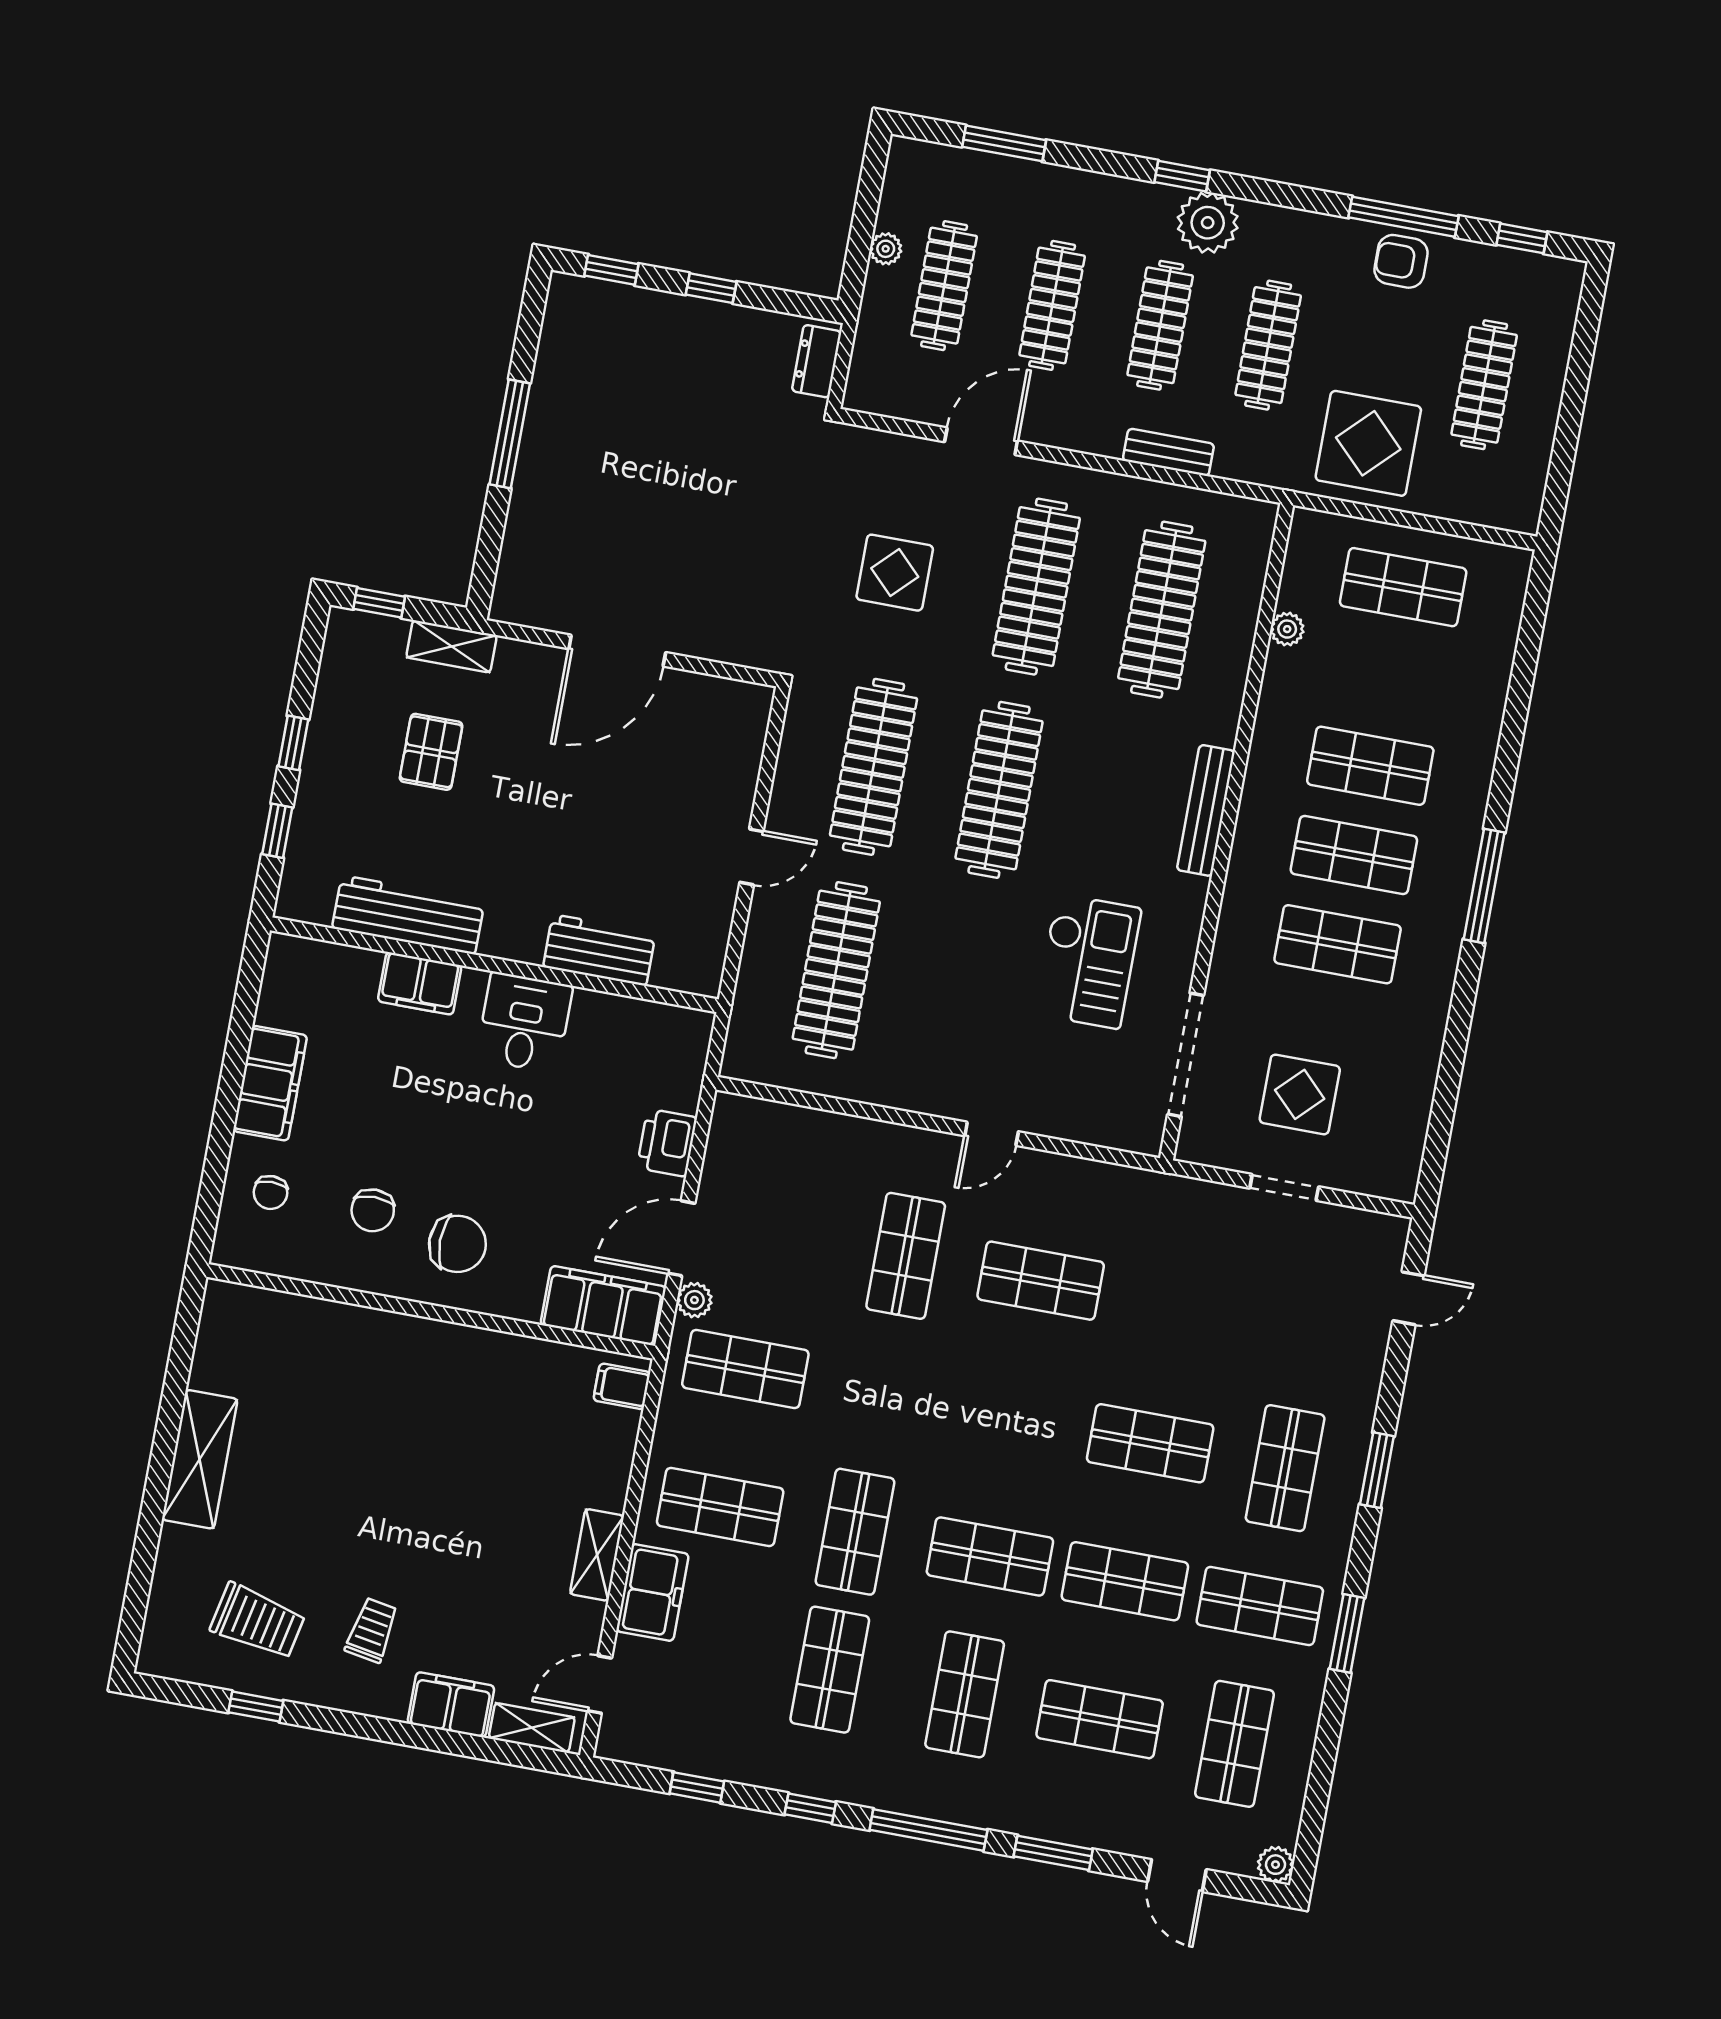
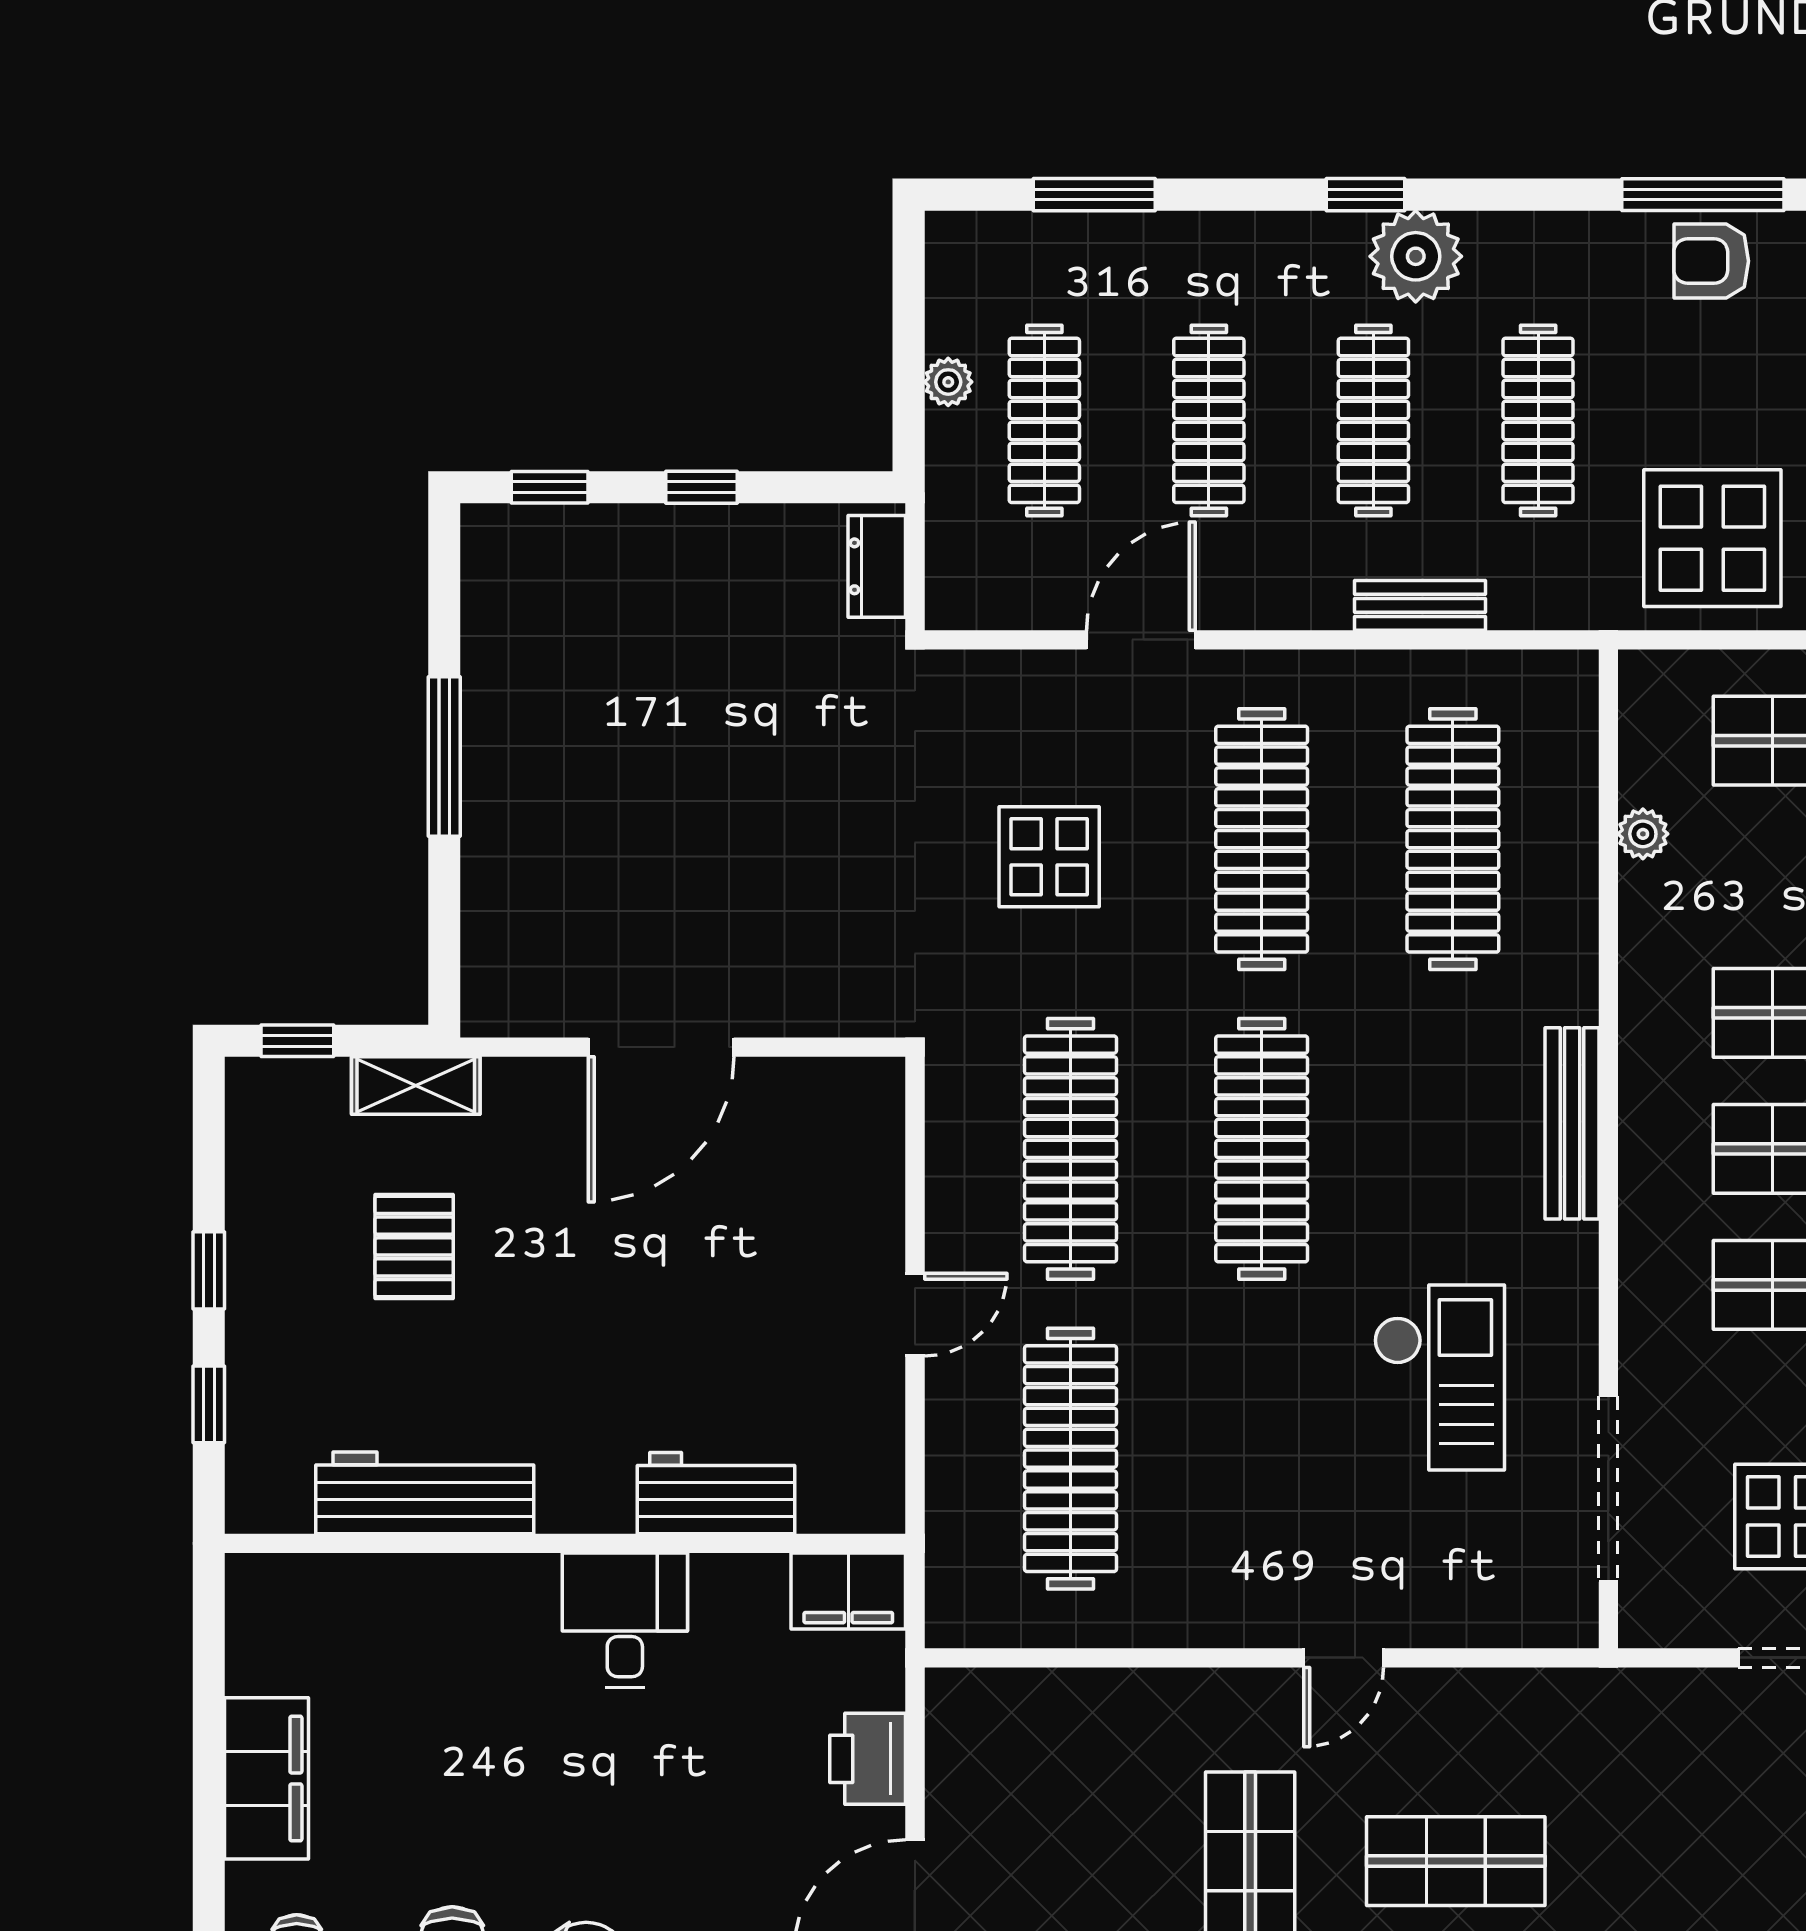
filing cabinet: (420, 983) -> (848, 1591), moved

